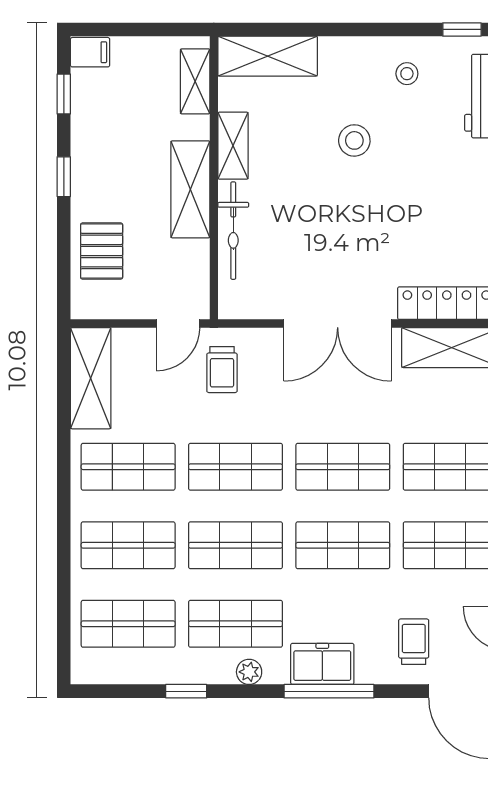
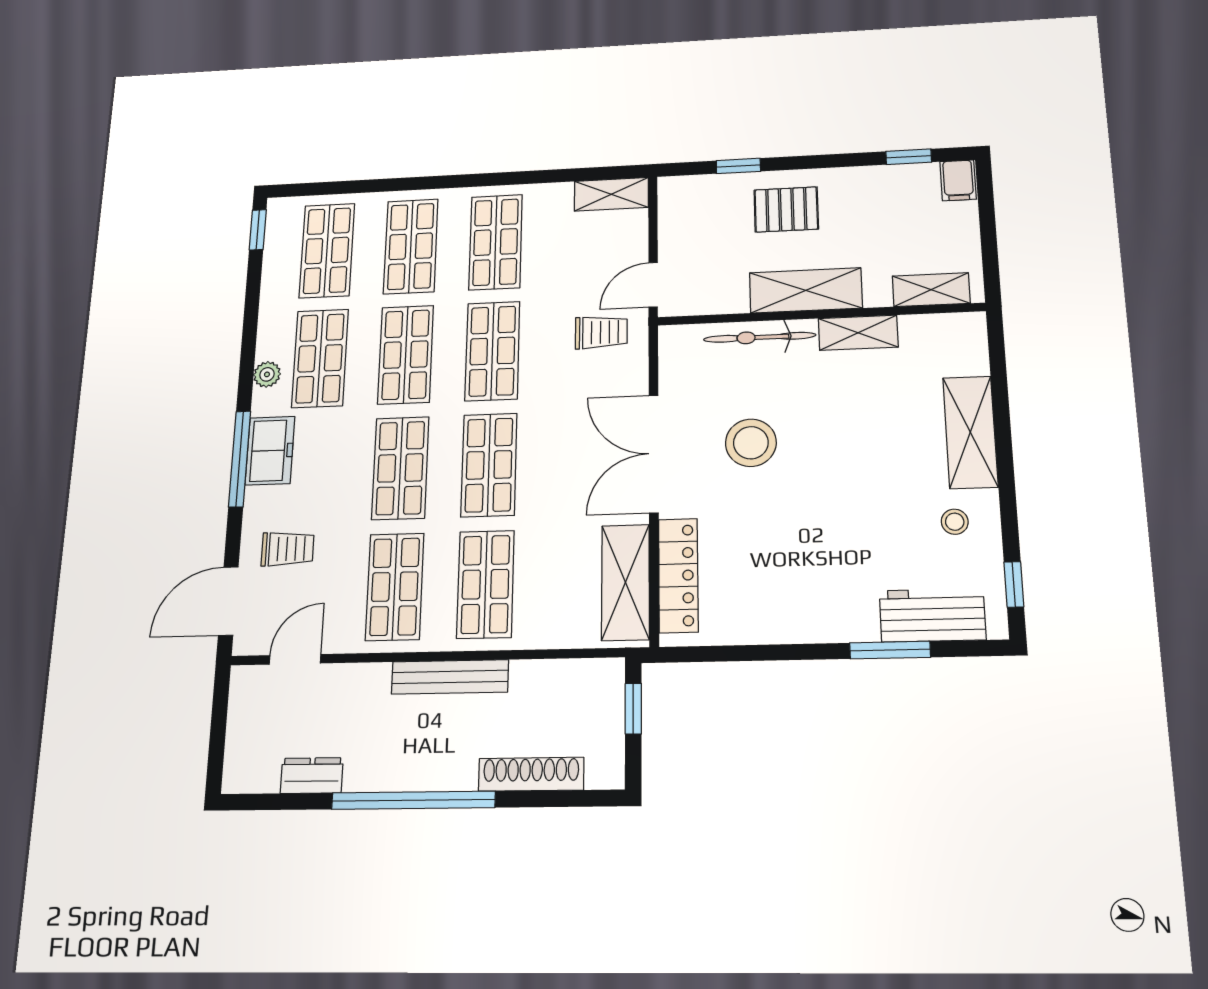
shelving: (268, 56) -> (970, 432), moved
stool: (354, 140) -> (751, 443), moved, width x1.38, depth x1.38
window: (64, 177) -> (738, 166), moved
pallet: (102, 251) -> (786, 209), moved
door: (178, 323) -> (653, 285), hinge flipped
trolley: (222, 370) -> (601, 332), turned 180
shelving: (91, 378) -> (611, 194), width x0.67, depth x0.75
window: (186, 691) -> (258, 230), moved

